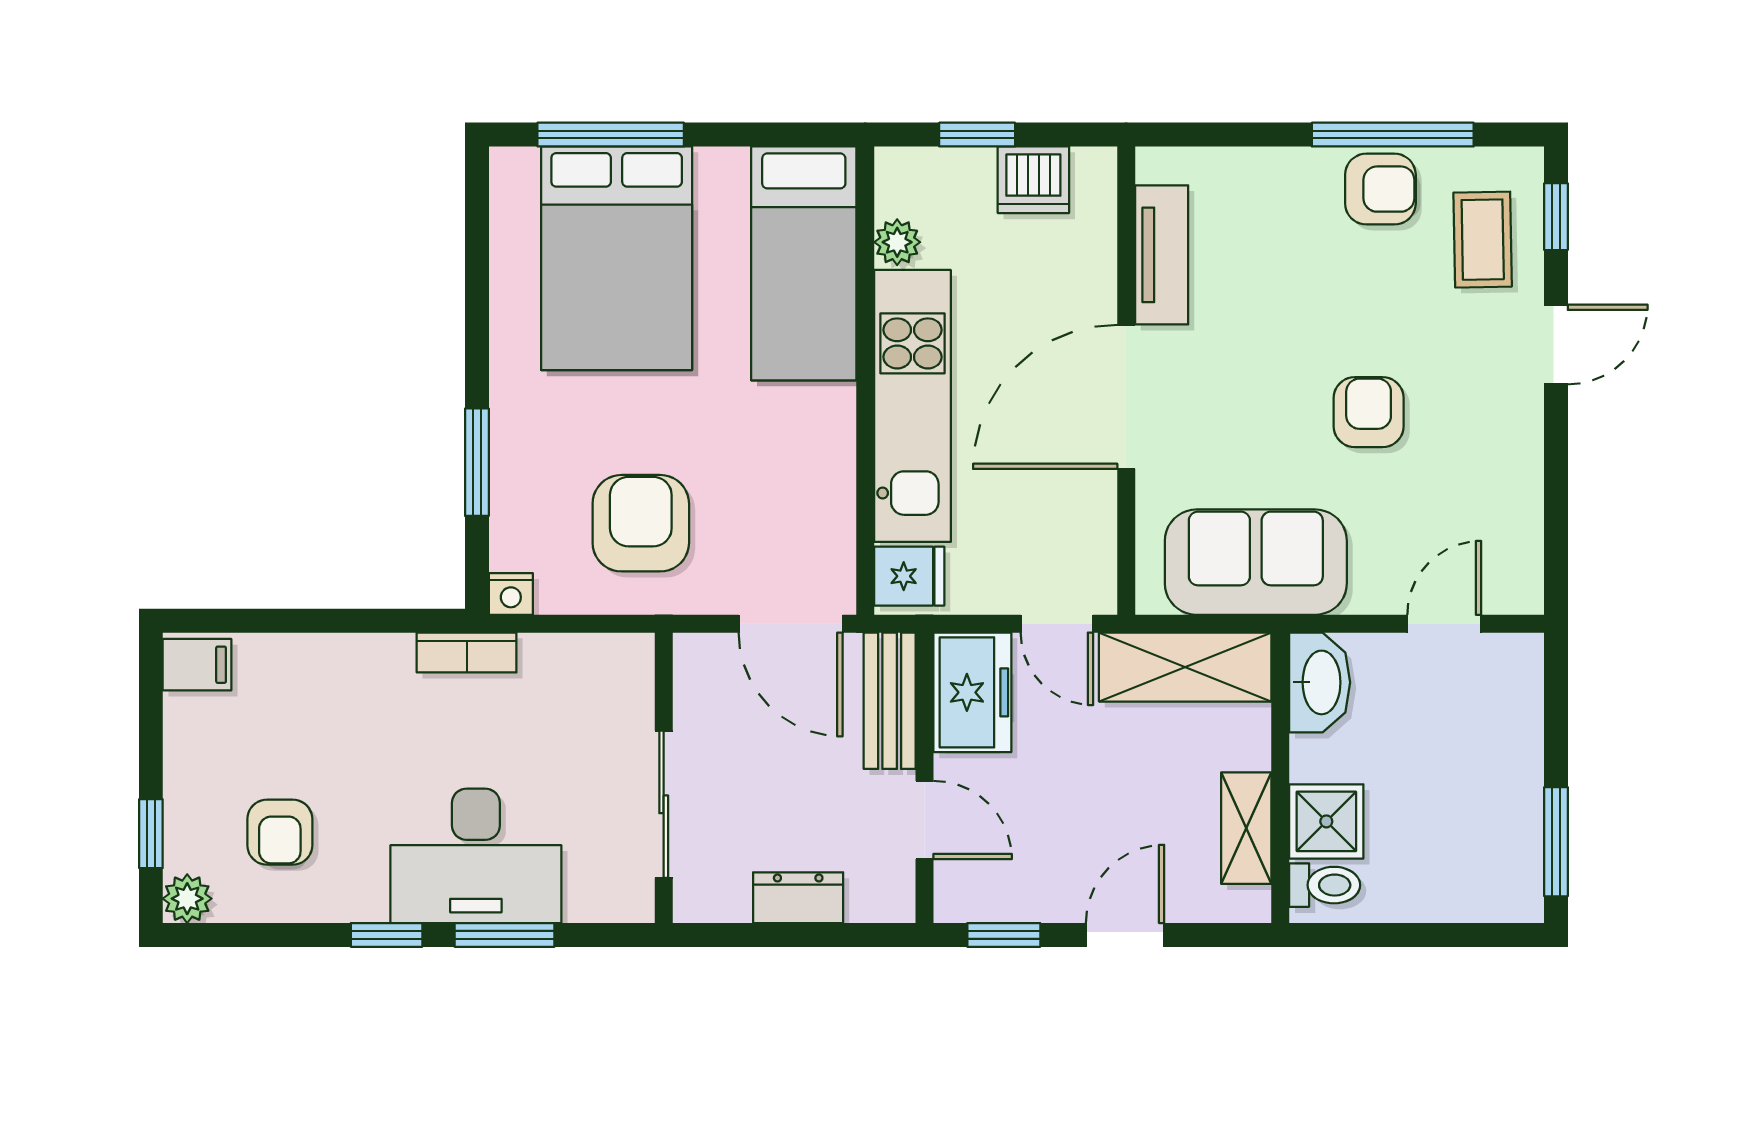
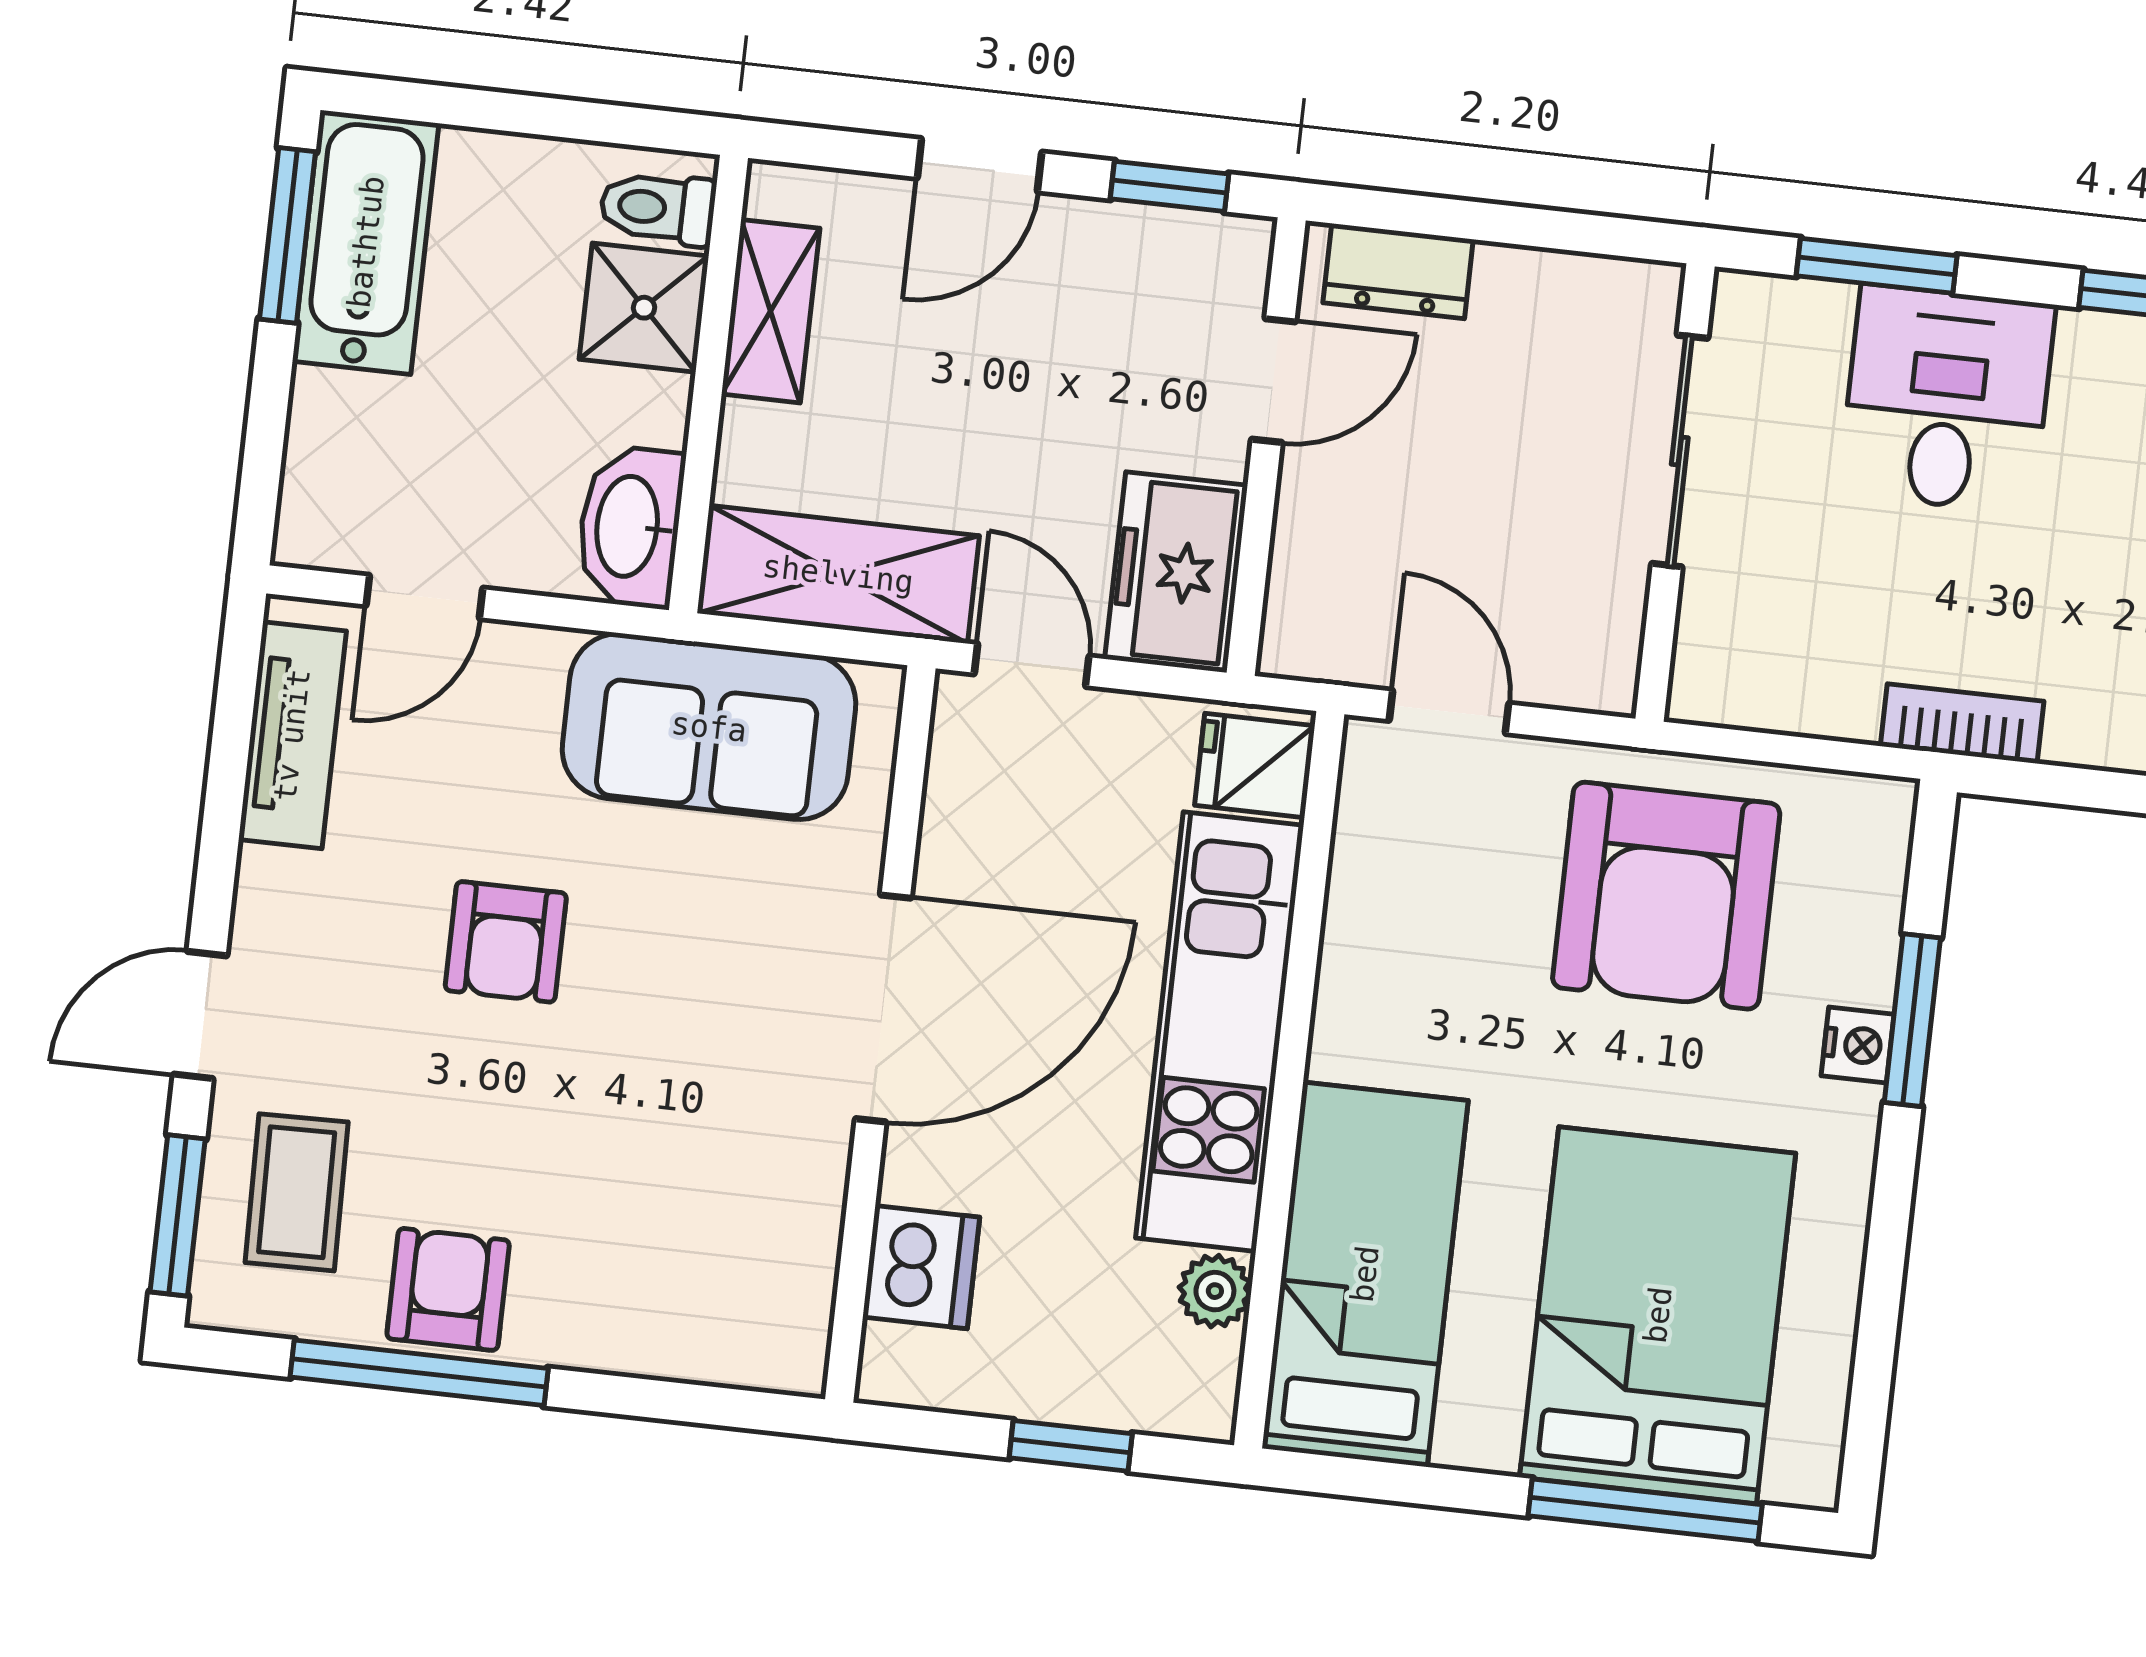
dishwasher: (1033, 180) -> (921, 1267), moved, turned 90
armchair: (1380, 189) -> (448, 1289), turned 90
window: (1556, 217) -> (178, 1215), width x1.50
tv unit: (1162, 255) -> (292, 735), moved, turned 180
armchair: (641, 523) -> (1666, 896), width x1.36, depth x1.36
nightstand: (511, 594) -> (1858, 1045), moved, turned 90
door: (791, 624) -> (1449, 712), width x0.73
bench: (890, 701) -> (1307, 574), removed
door: (925, 820) -> (1274, 380), swing flipped
bathtub: (1506, 843) -> (366, 242), added
desk: (476, 856) -> (1947, 399), width x0.73
dresser: (798, 898) -> (1398, 271), moved
window: (505, 935) -> (1877, 266), moved

